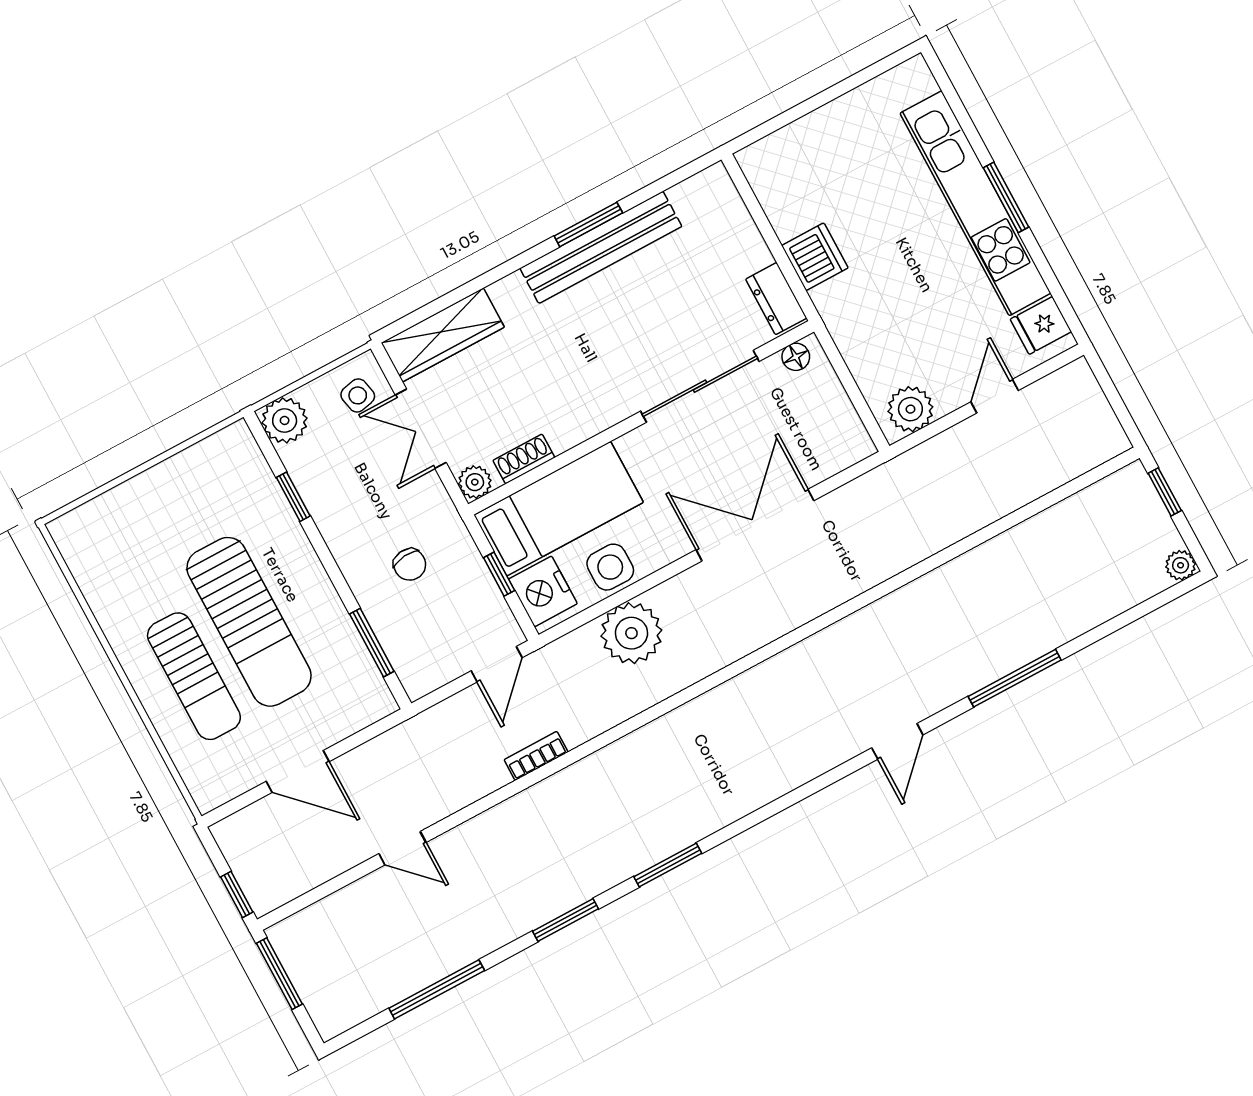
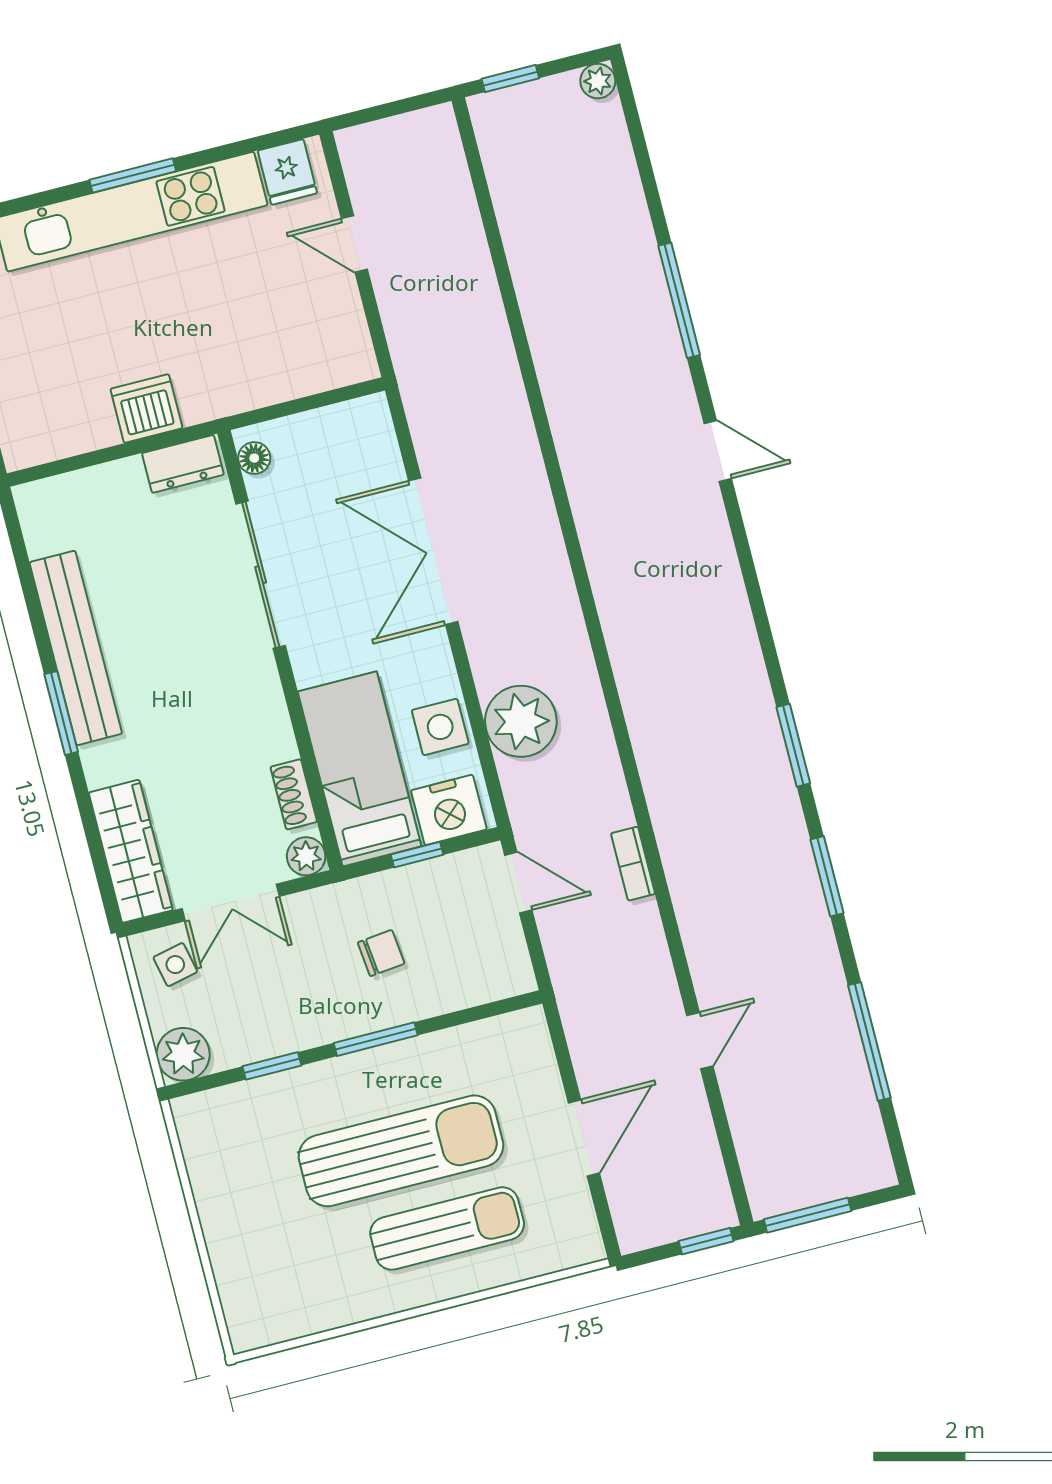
window: (588, 224) -> (61, 713), moved
plant: (910, 409) -> (345, 343), removed
window: (372, 643) -> (376, 1039), moved

